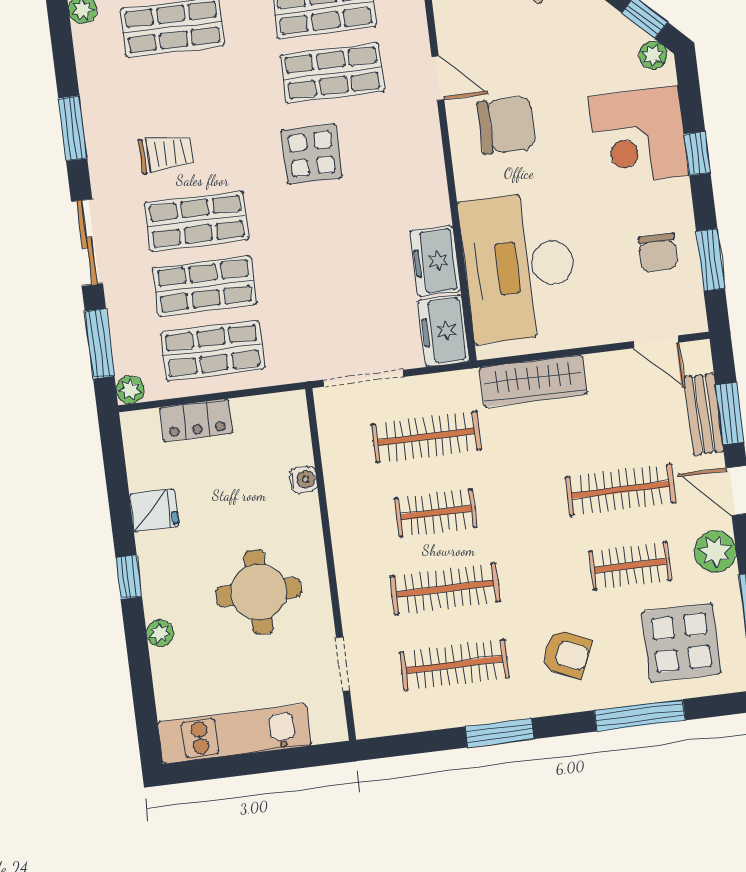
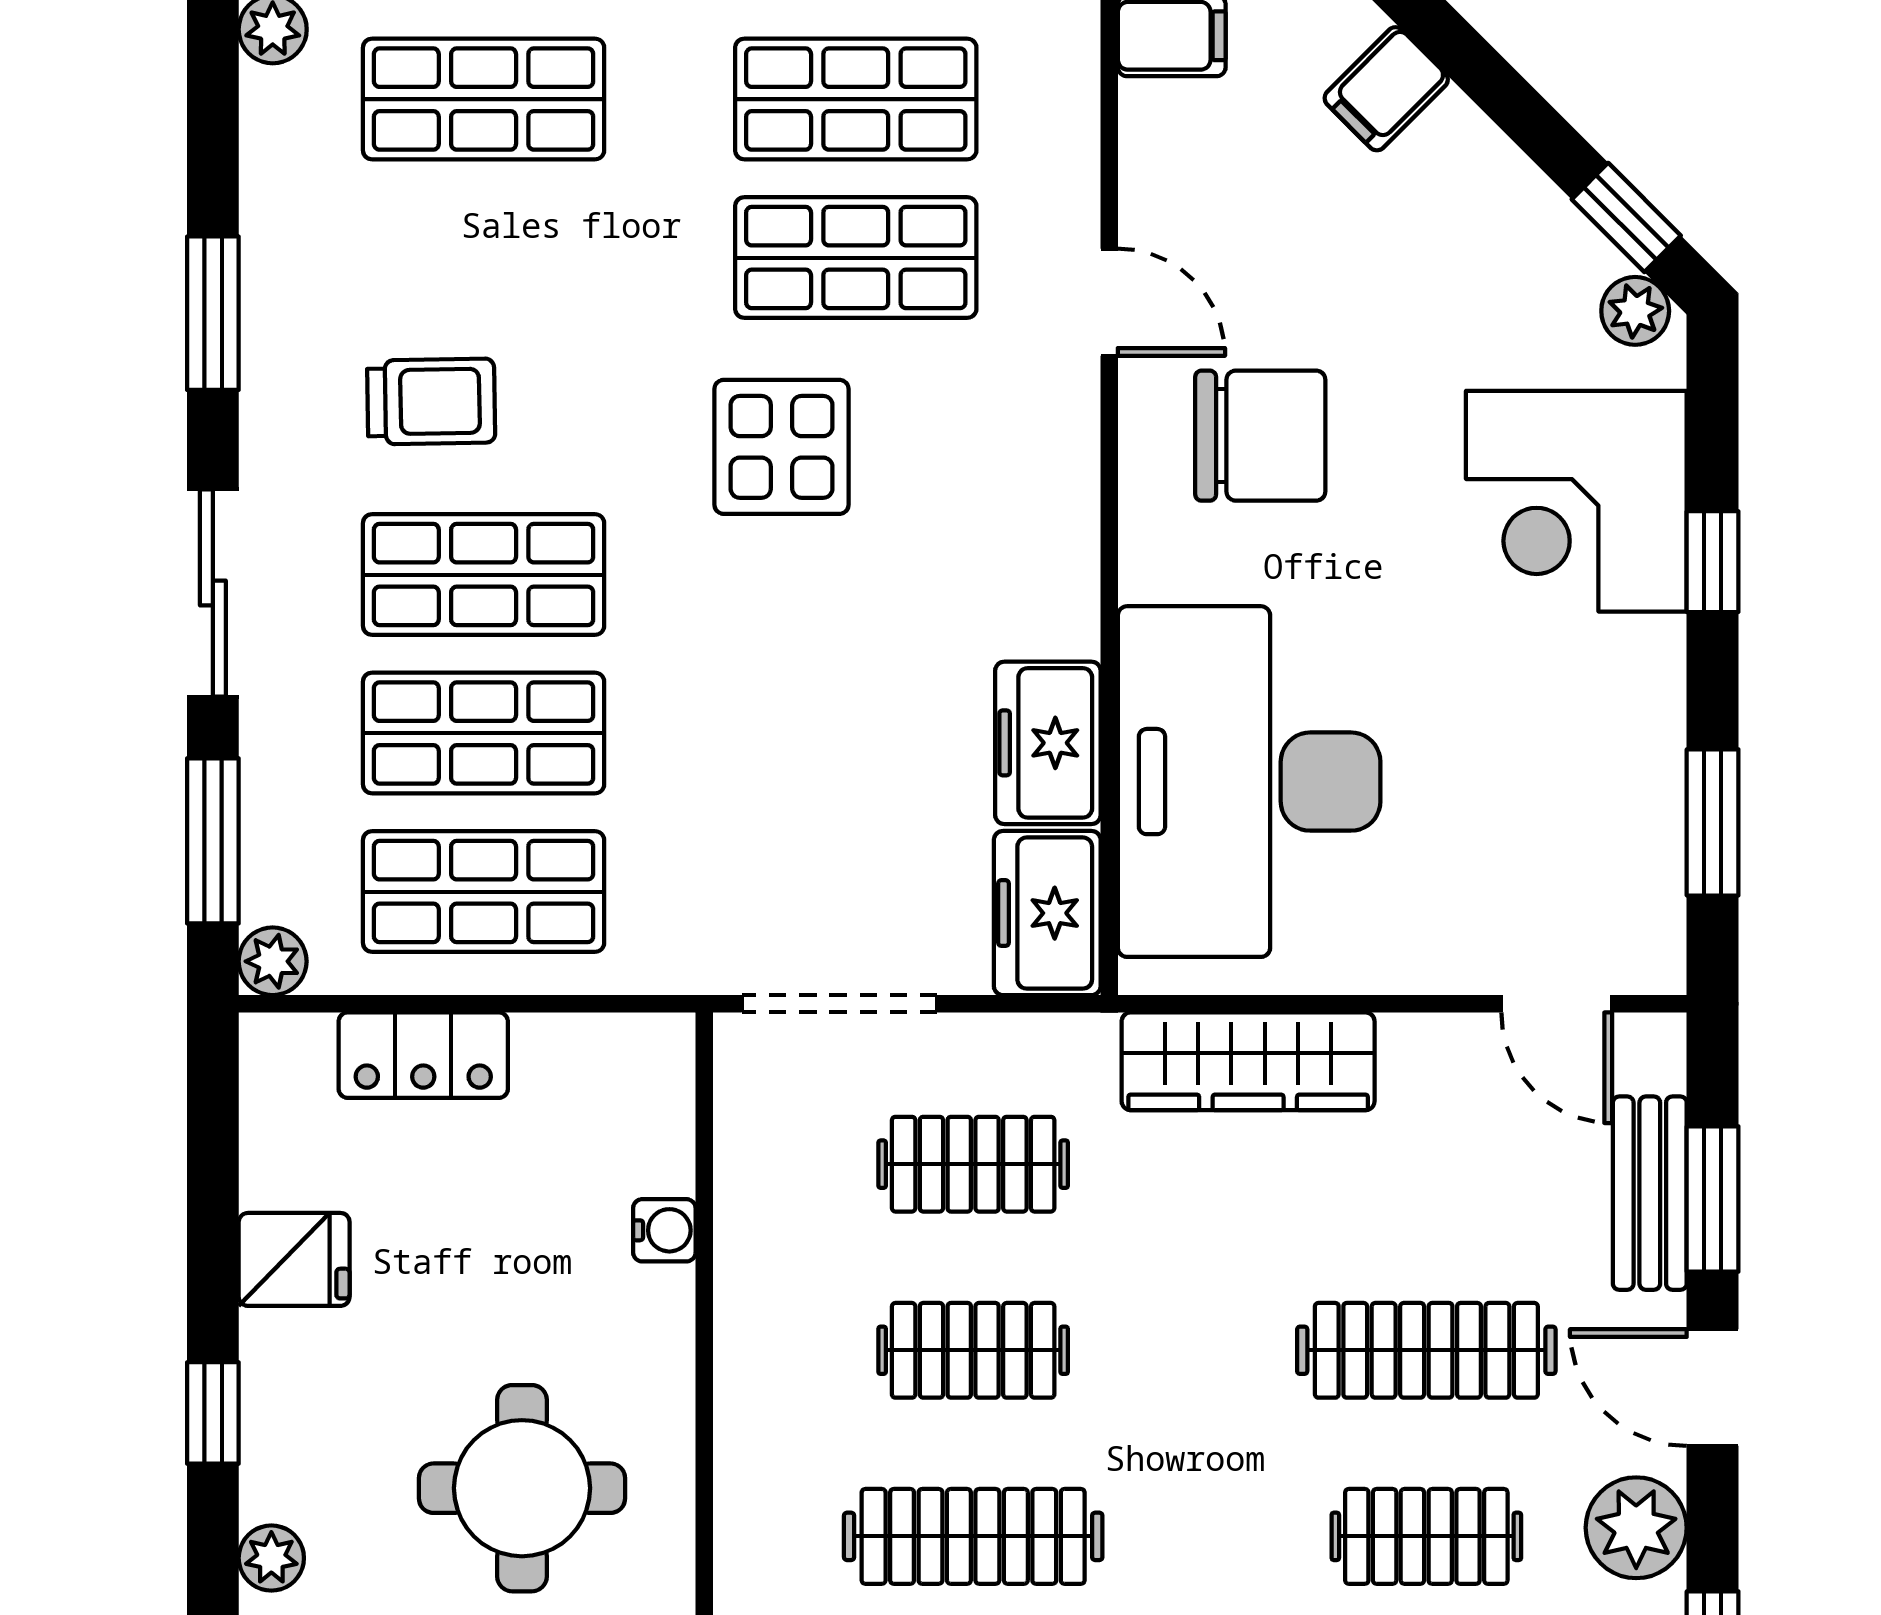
chair: (658, 253) -> (1588, 789), removed
clothes rail: (426, 437) -> (973, 1164), width x0.73

